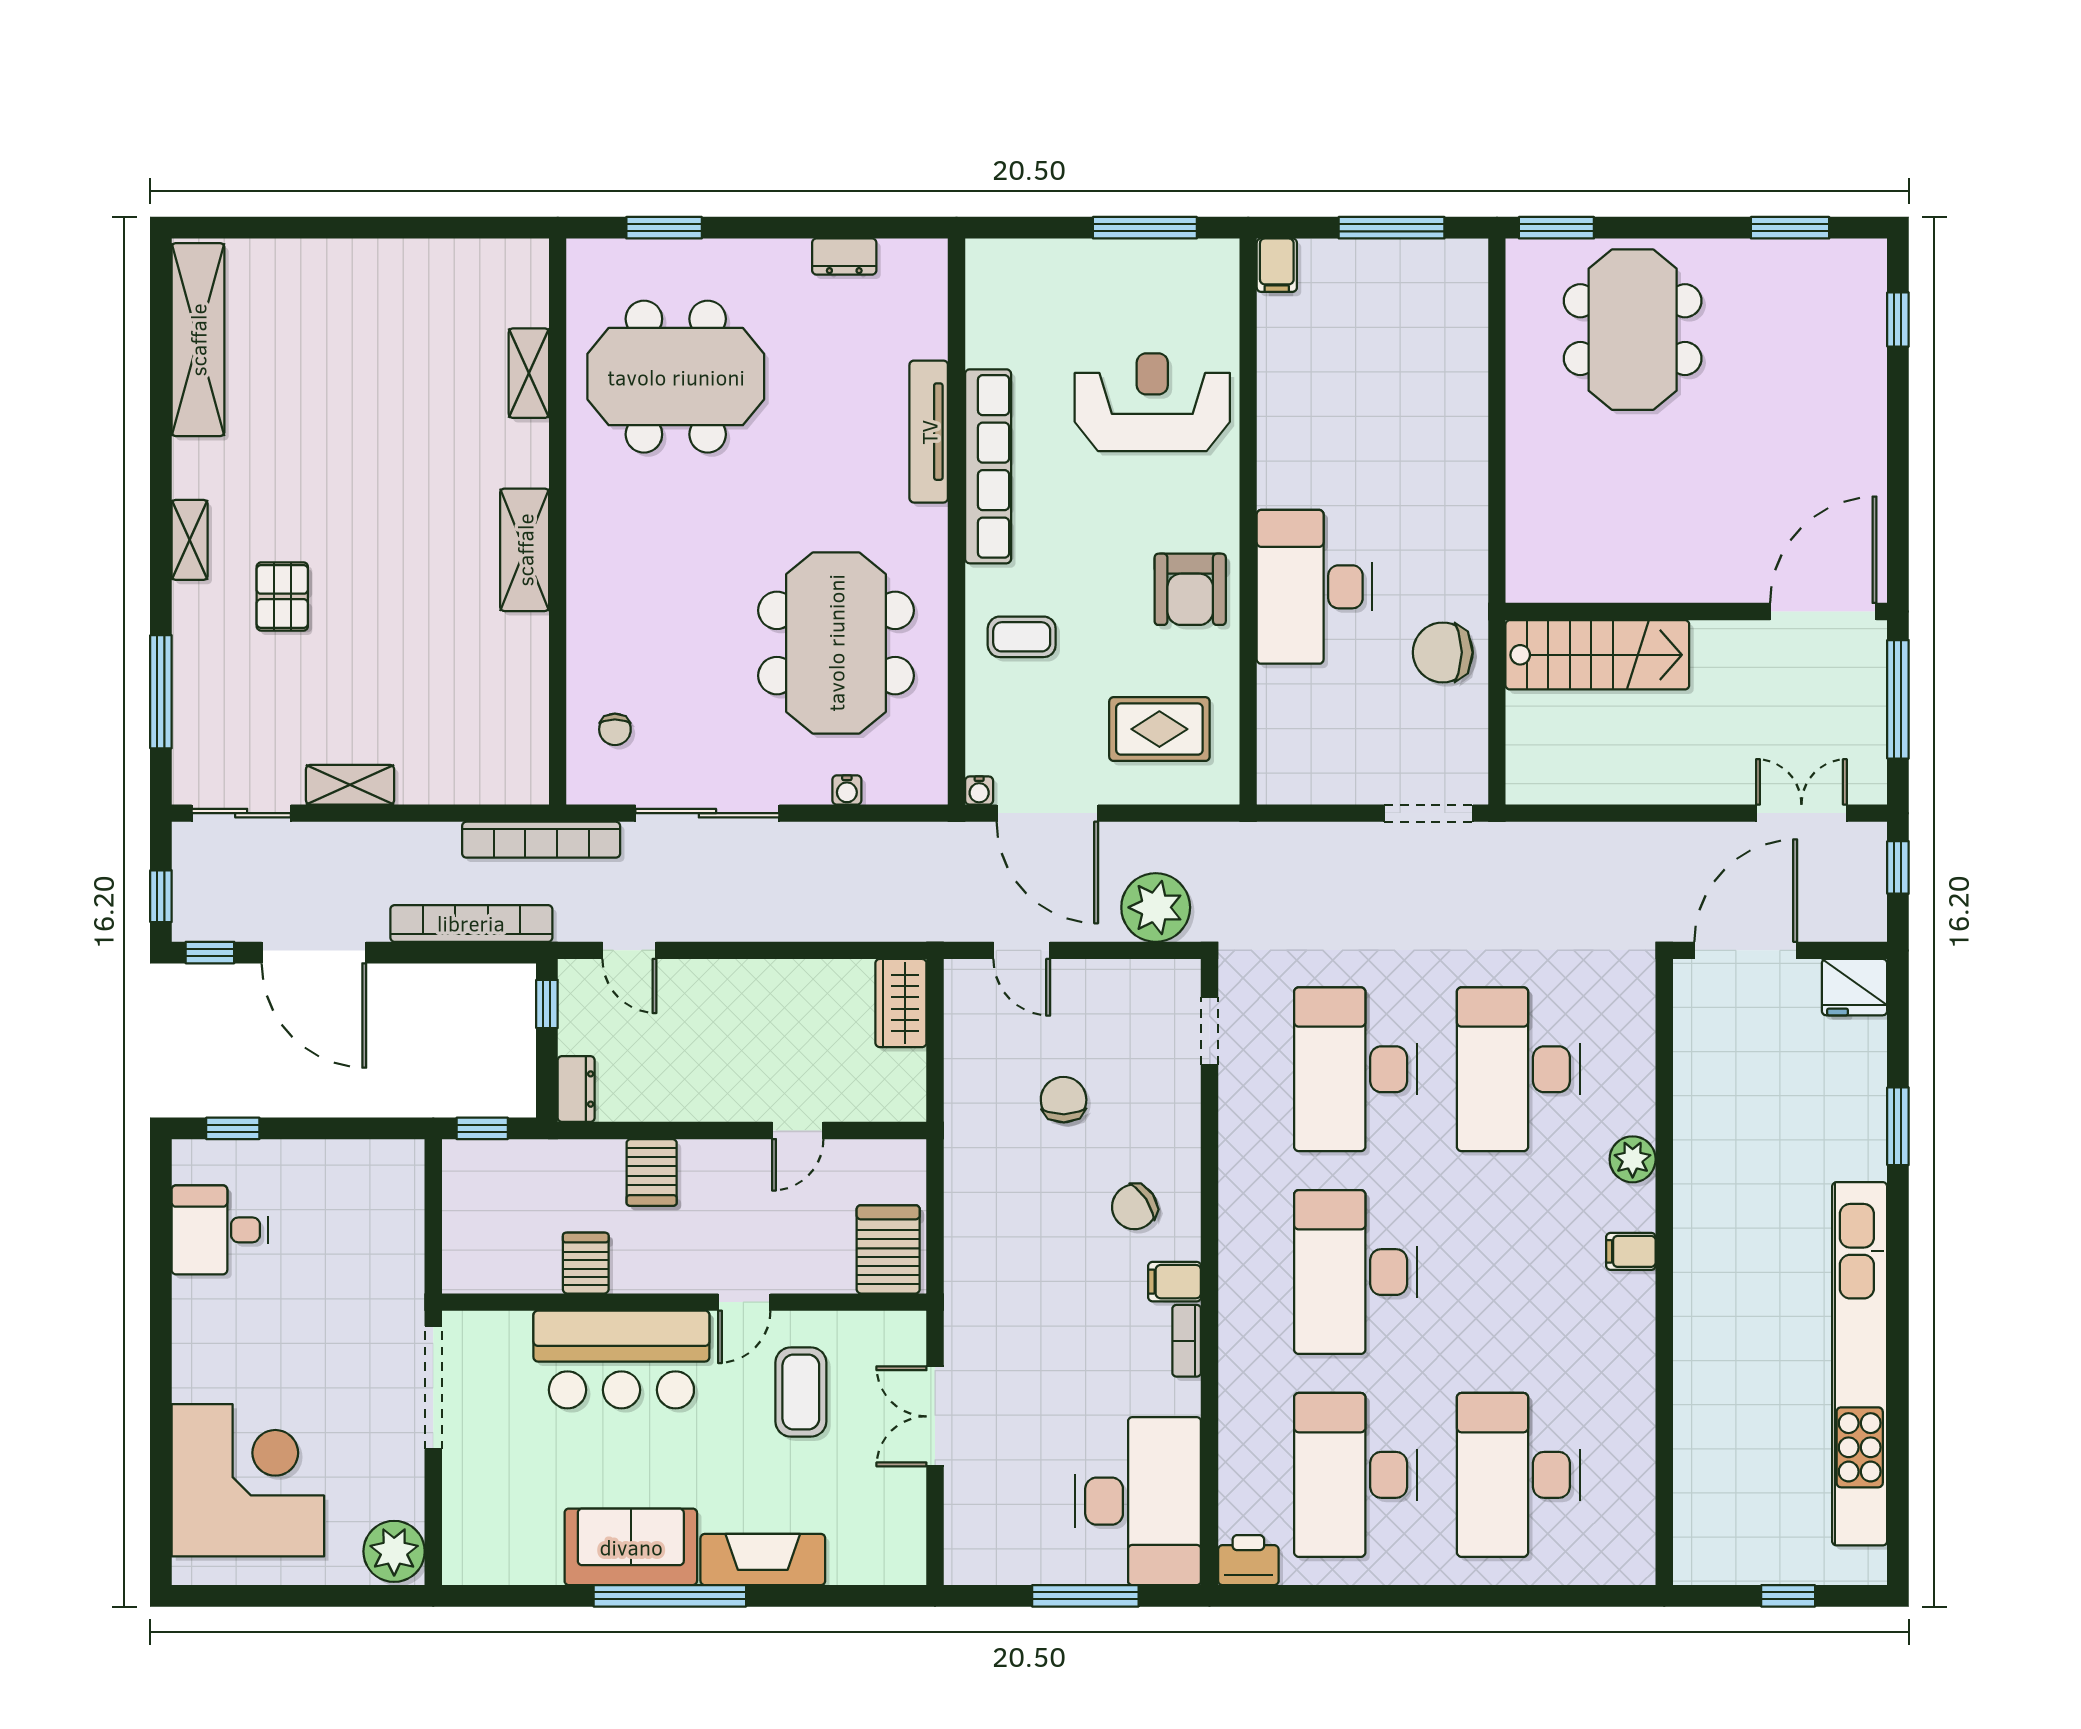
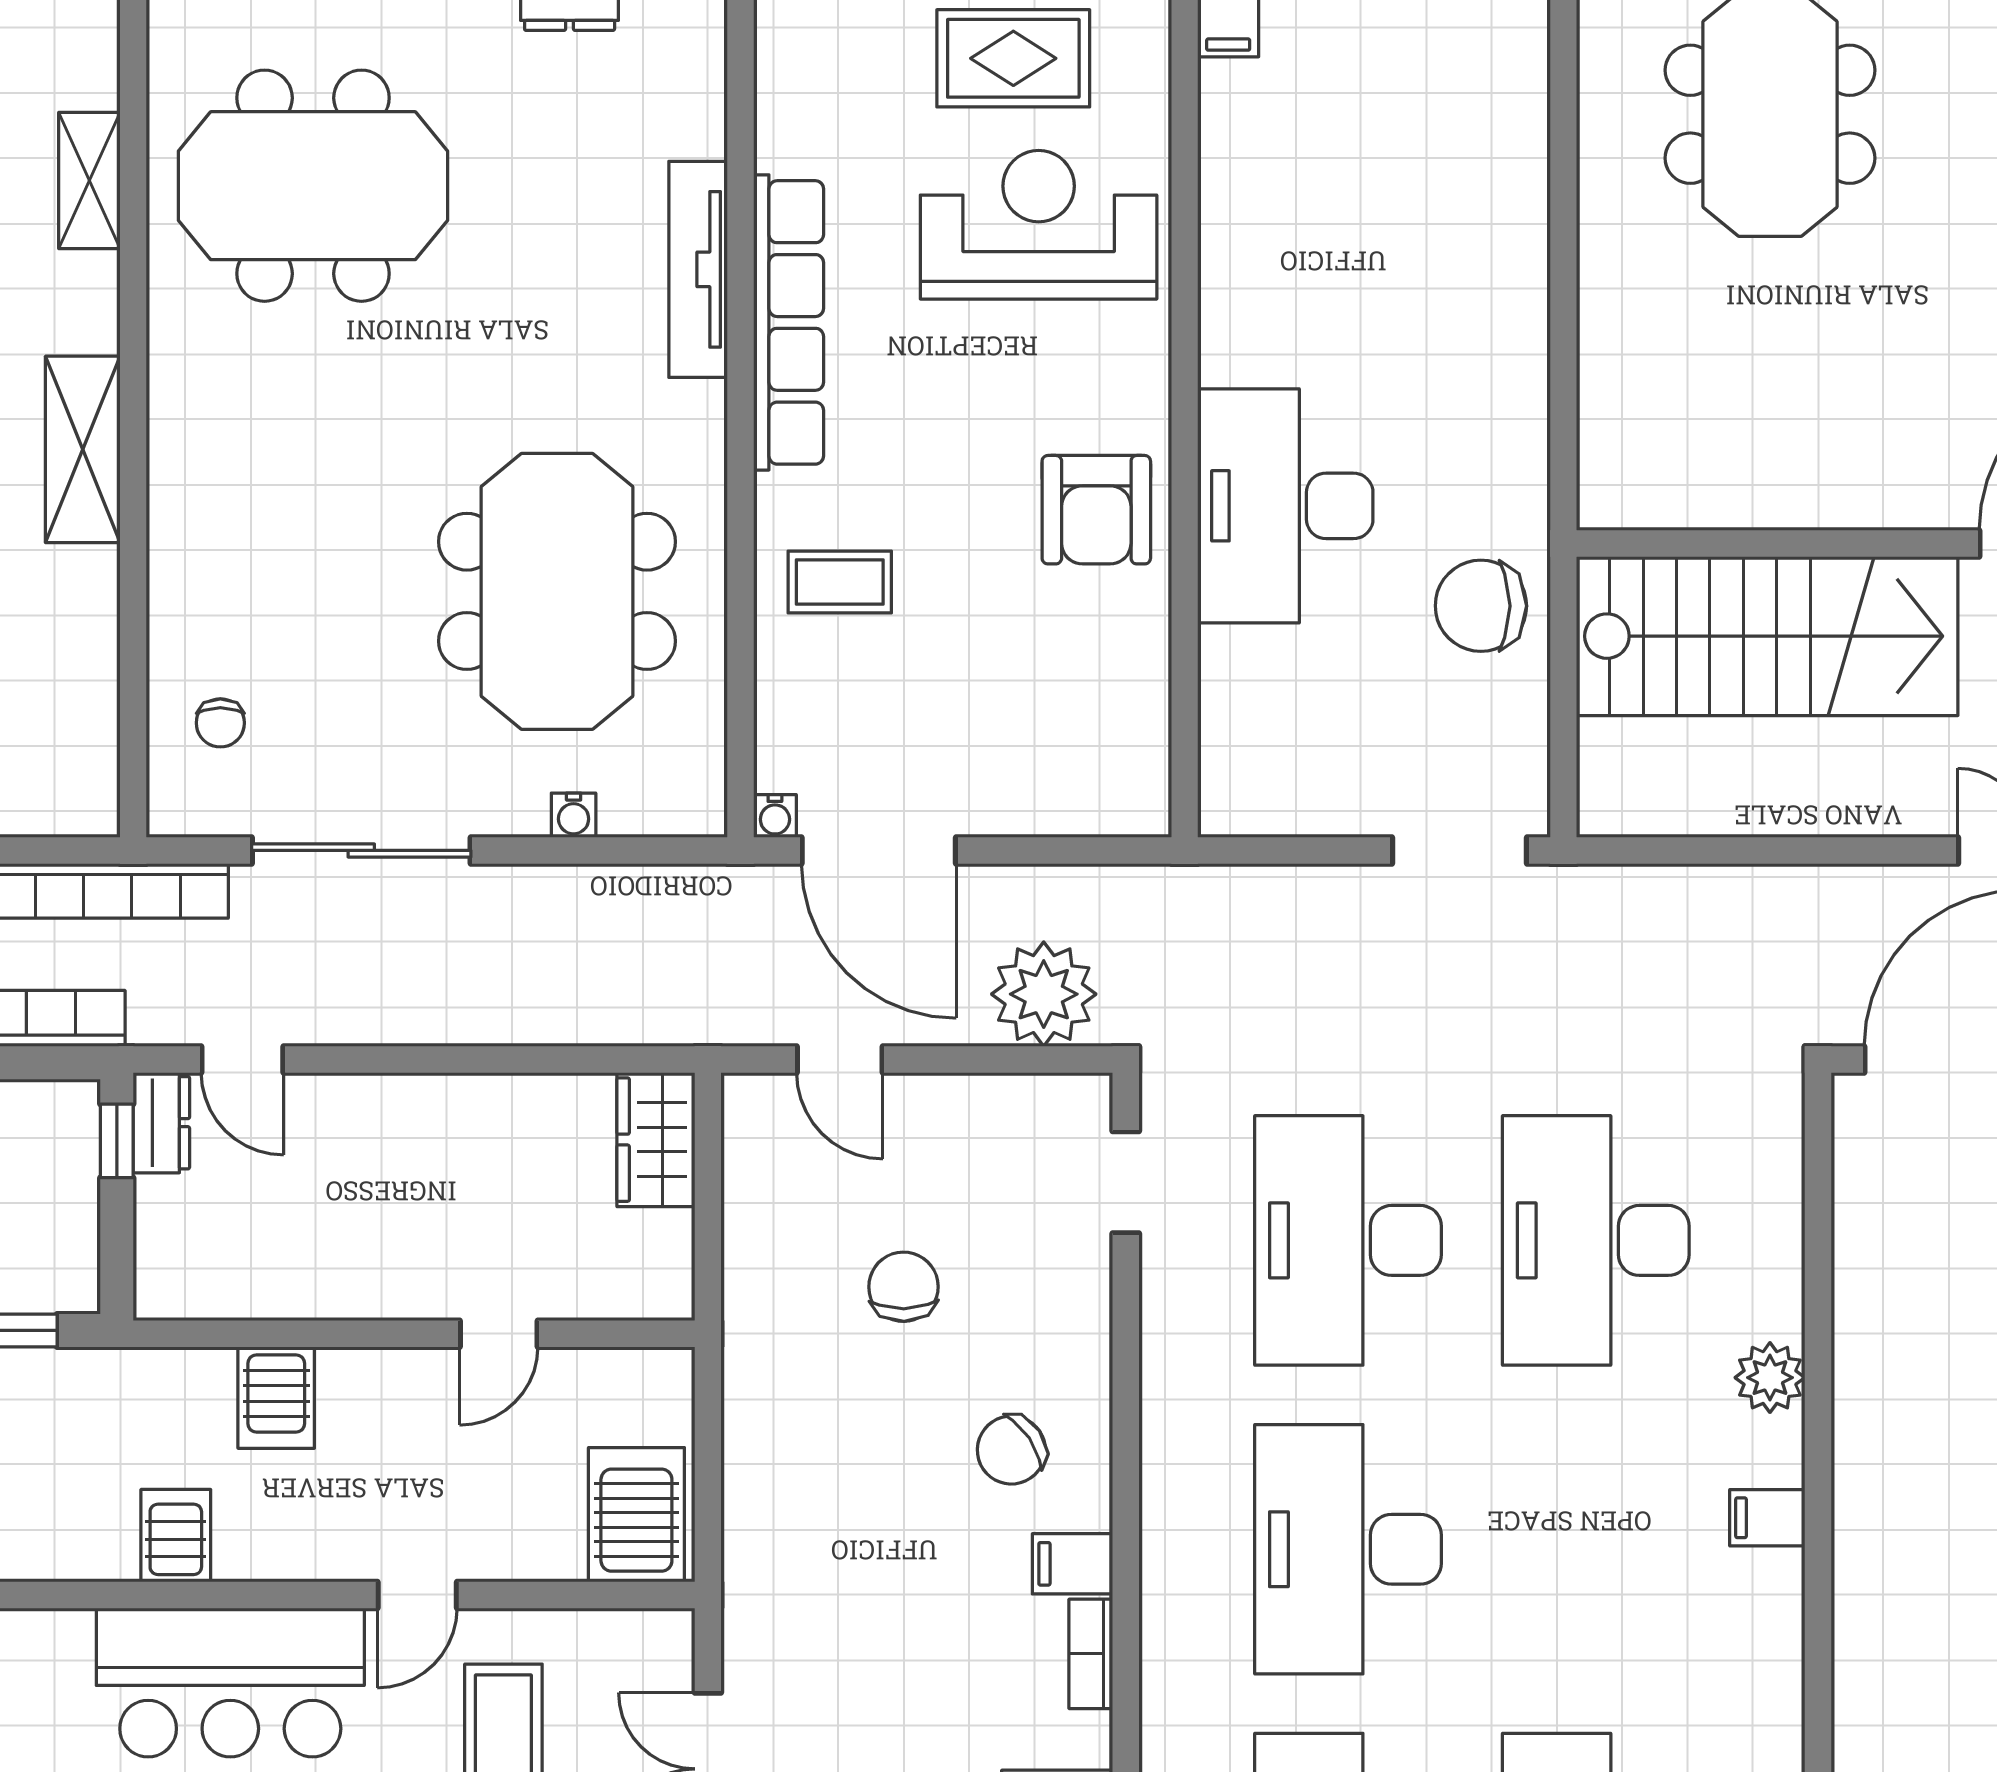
stairs: (1597, 655) -> (1767, 636), width x1.36, depth x1.51
rug: (1159, 729) -> (1013, 58), moved
dresser: (576, 1089) -> (161, 1123), moved

